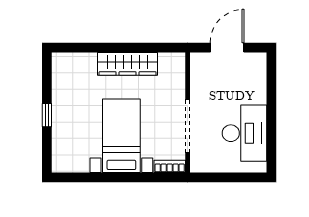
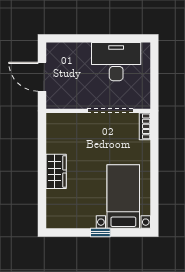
wardrobe: (128, 64) -> (56, 171), width x0.67
bed with nightstands: (121, 136) -> (123, 197), moved, turned 90

